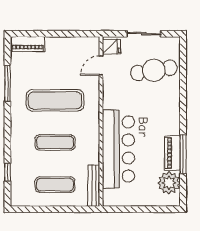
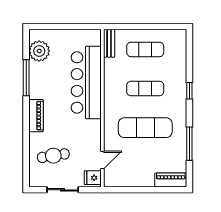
cafe table: (154, 70) -> (53, 156), width x0.73, depth x0.74
piano: (172, 153) -> (36, 116), moved
window: (7, 172) -> (189, 91), moved
bench: (94, 186) -> (109, 43), width x0.73

